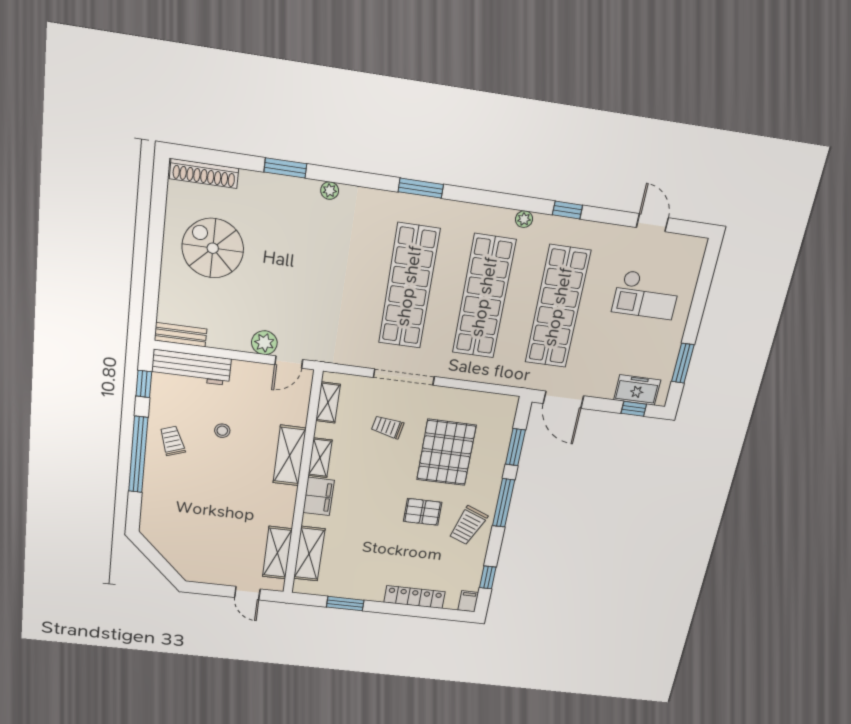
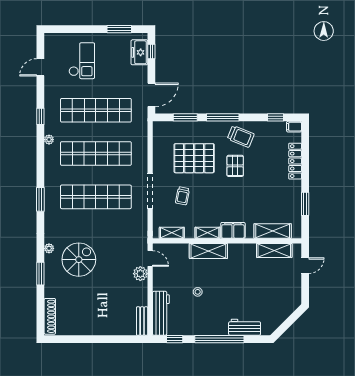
spiral stairs: (213, 248) -> (79, 260), moved, turned 180
trolley: (172, 441) -> (208, 320), removed
workbench: (155, 495) -> (245, 327), added

